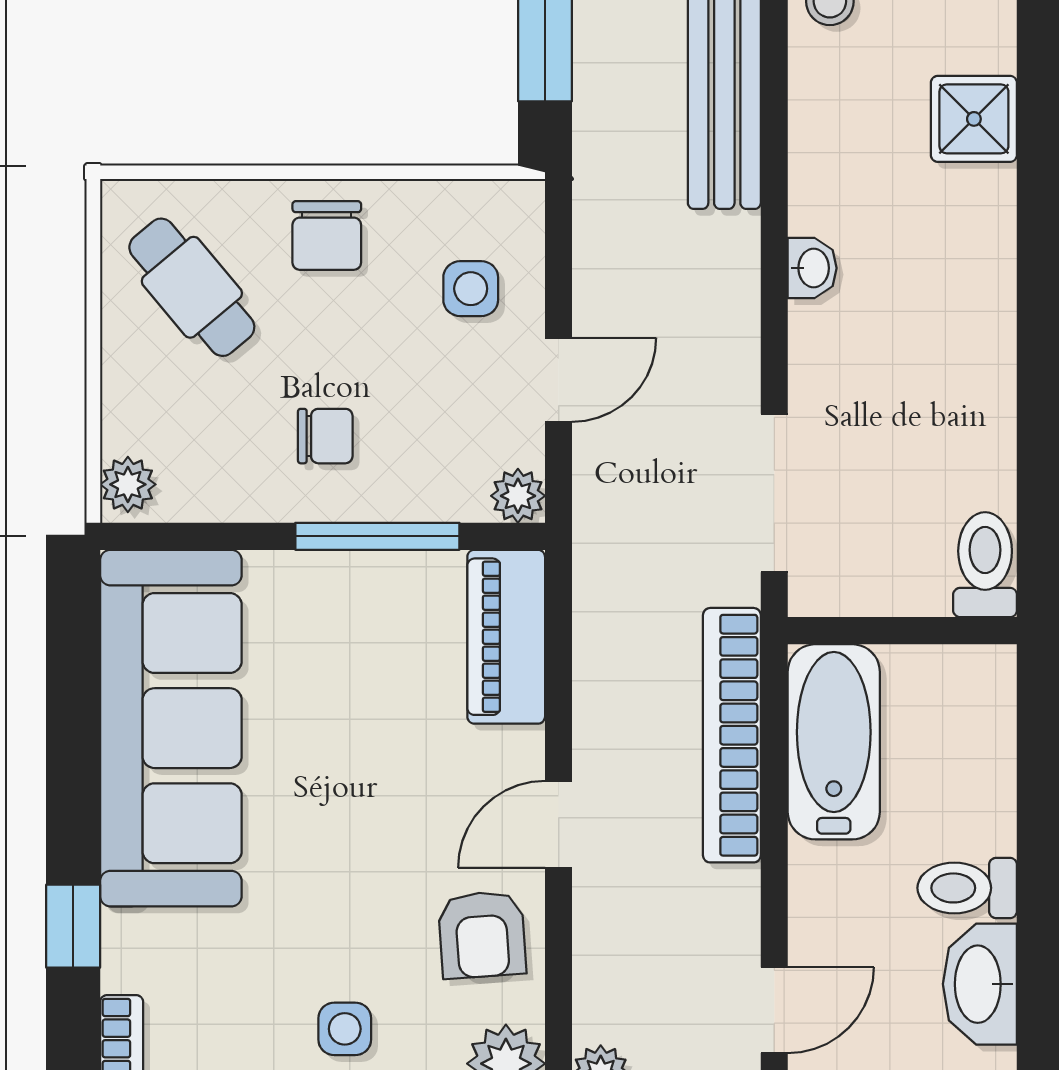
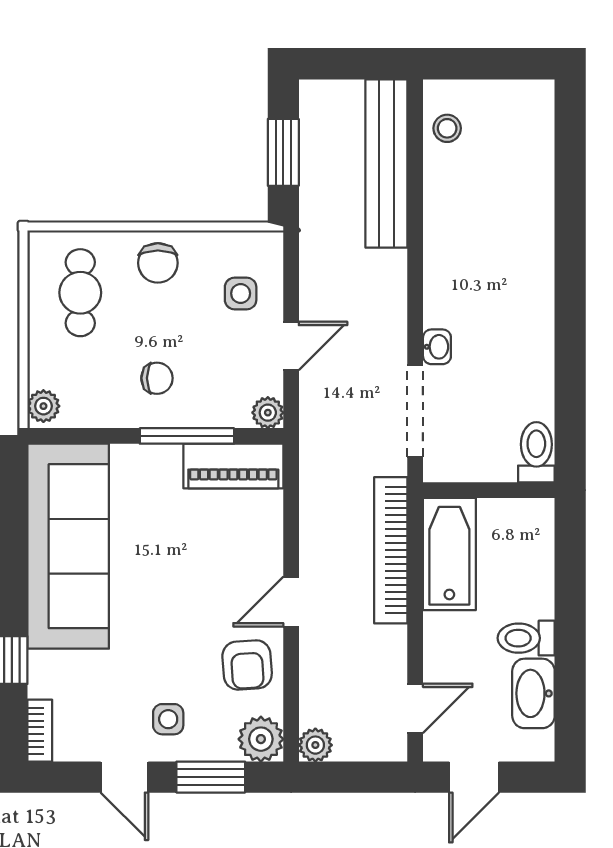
shower: (974, 119) -> (530, 196), removed
washbasin: (812, 268) -> (437, 347), moved
cafe table: (192, 287) -> (80, 293), turned 40
piano: (506, 637) -> (233, 466), moved, turned -90

